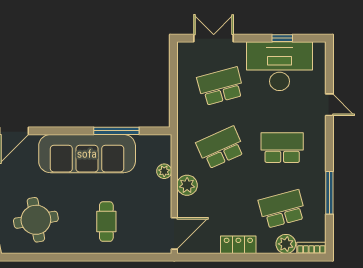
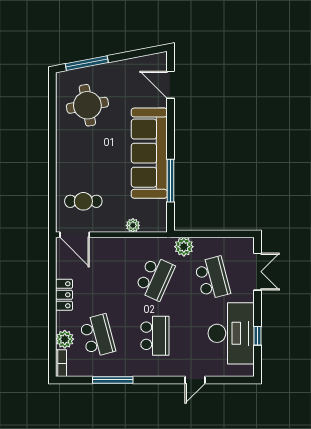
school desk: (221, 148) -> (155, 278), turned 48
plant: (187, 185) -> (184, 247), moved
cafe table: (106, 222) -> (83, 201), moved

